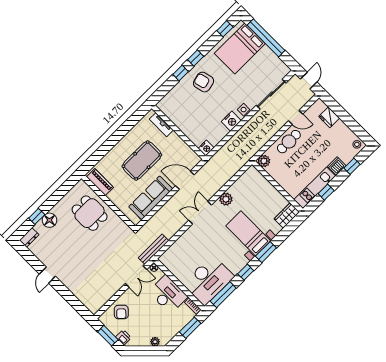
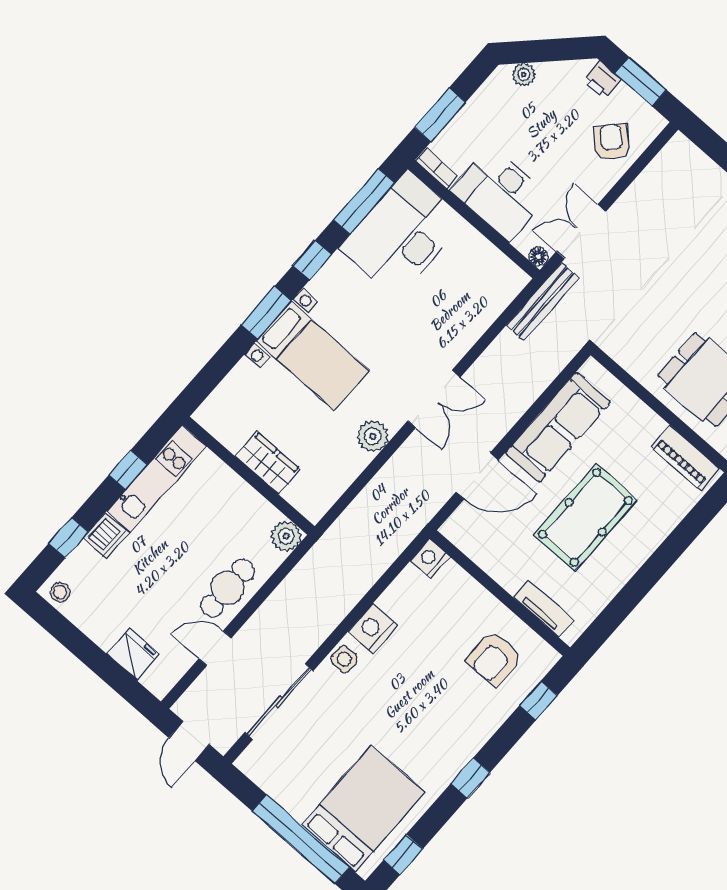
window: (181, 73) -> (538, 700), moved
armchair: (204, 82) -> (494, 659), moved, turned 104
wardrobe: (287, 215) -> (267, 463), moved, turned -90

